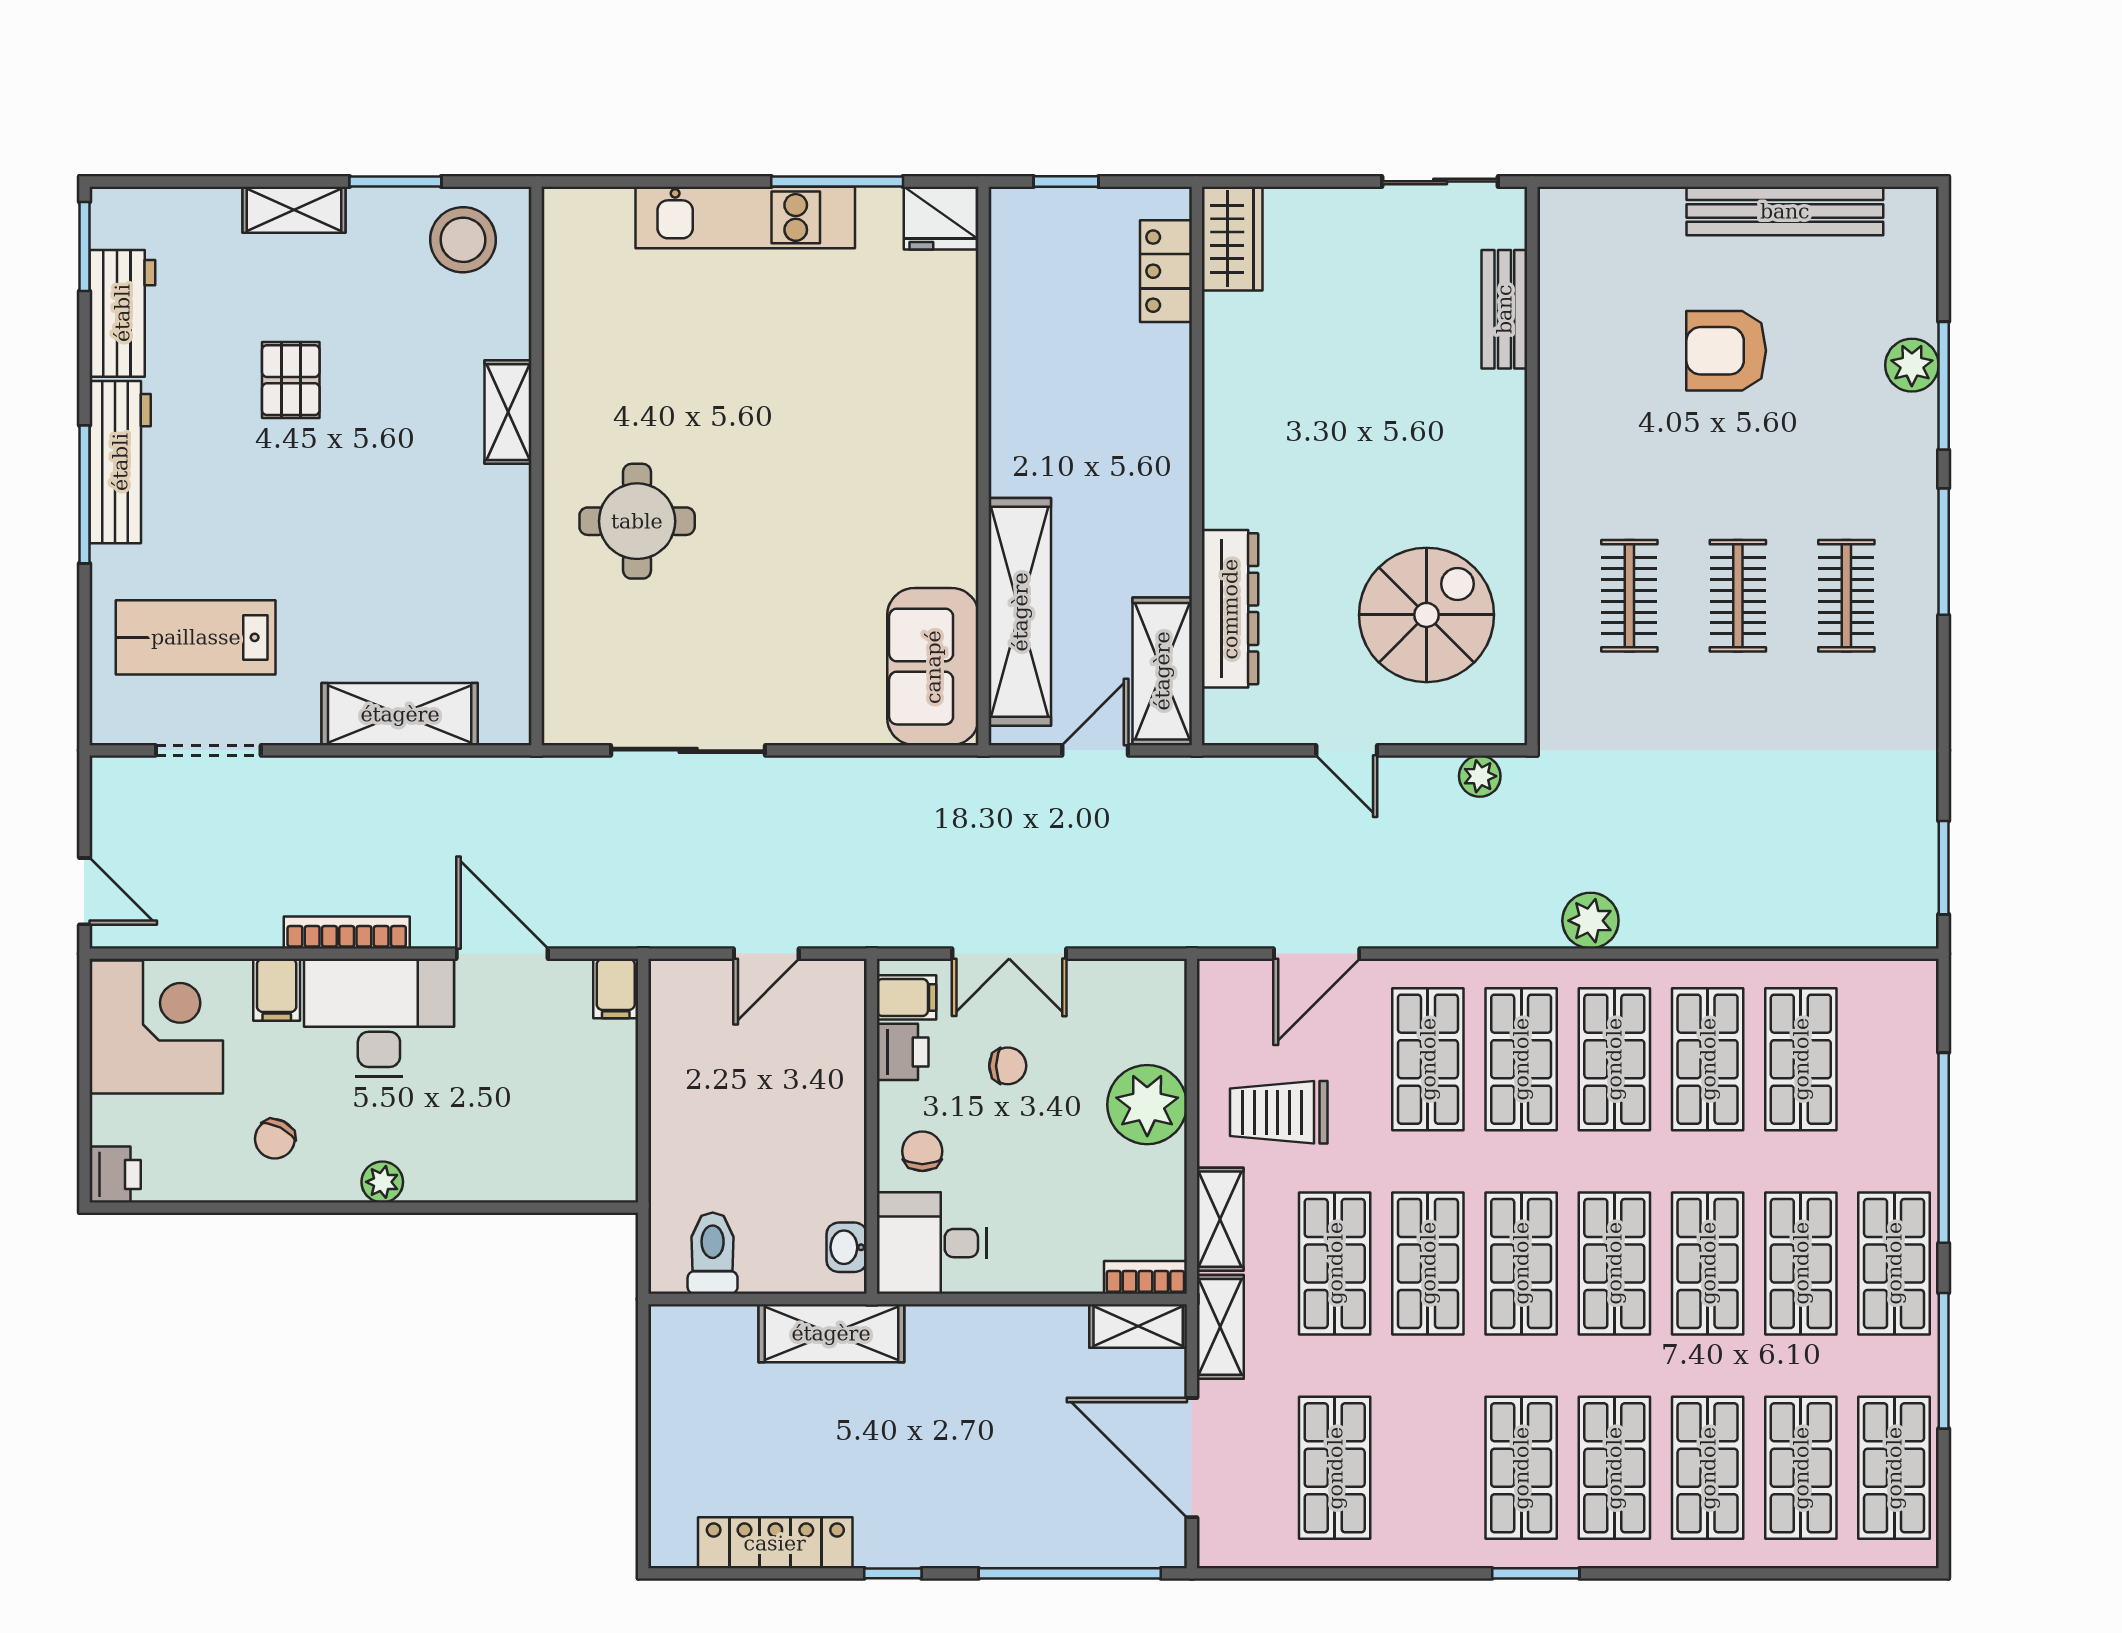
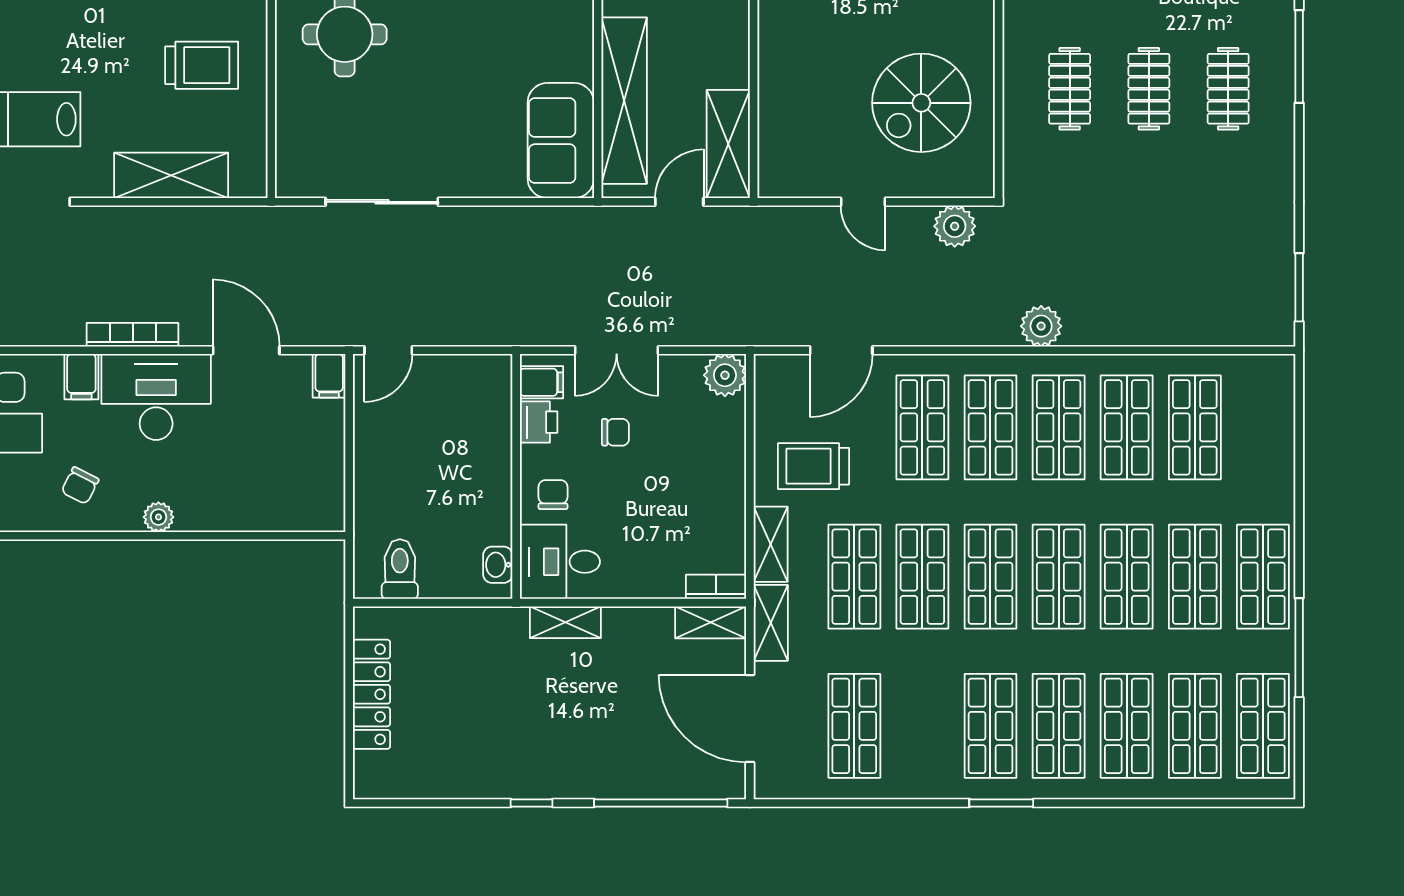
trolley: (441, 563) -> (202, 65), added
dresser: (1230, 609) -> (778, 98), removed
spiral stairs: (1426, 615) -> (921, 103), turned 180
plant: (1480, 776) -> (955, 226), width x1.38, depth x1.38
door: (766, 954) -> (388, 350), moved
plant: (1147, 1105) -> (725, 375), moved, width x0.73, depth x0.73
window: (1944, 1148) -> (1299, 492), removed
shelving: (831, 1333) -> (565, 622), moved, width x0.67, depth x0.75
locker: (775, 1543) -> (372, 694), moved, turned 90

